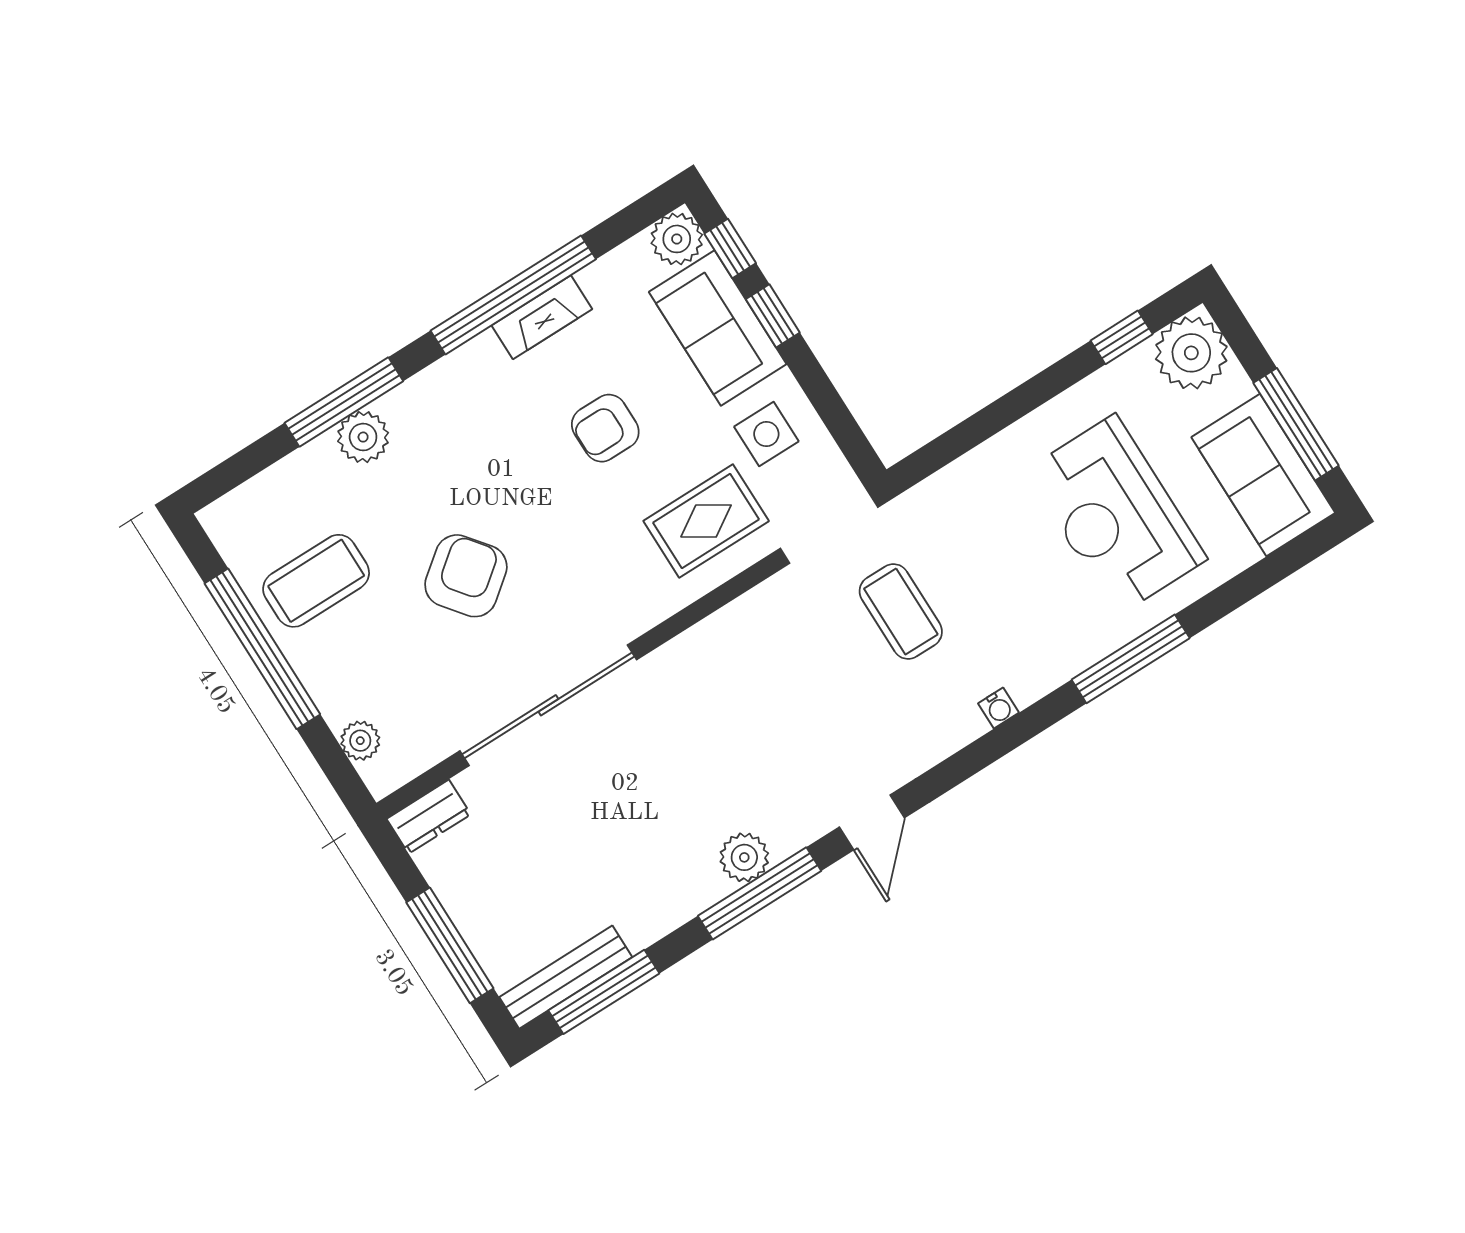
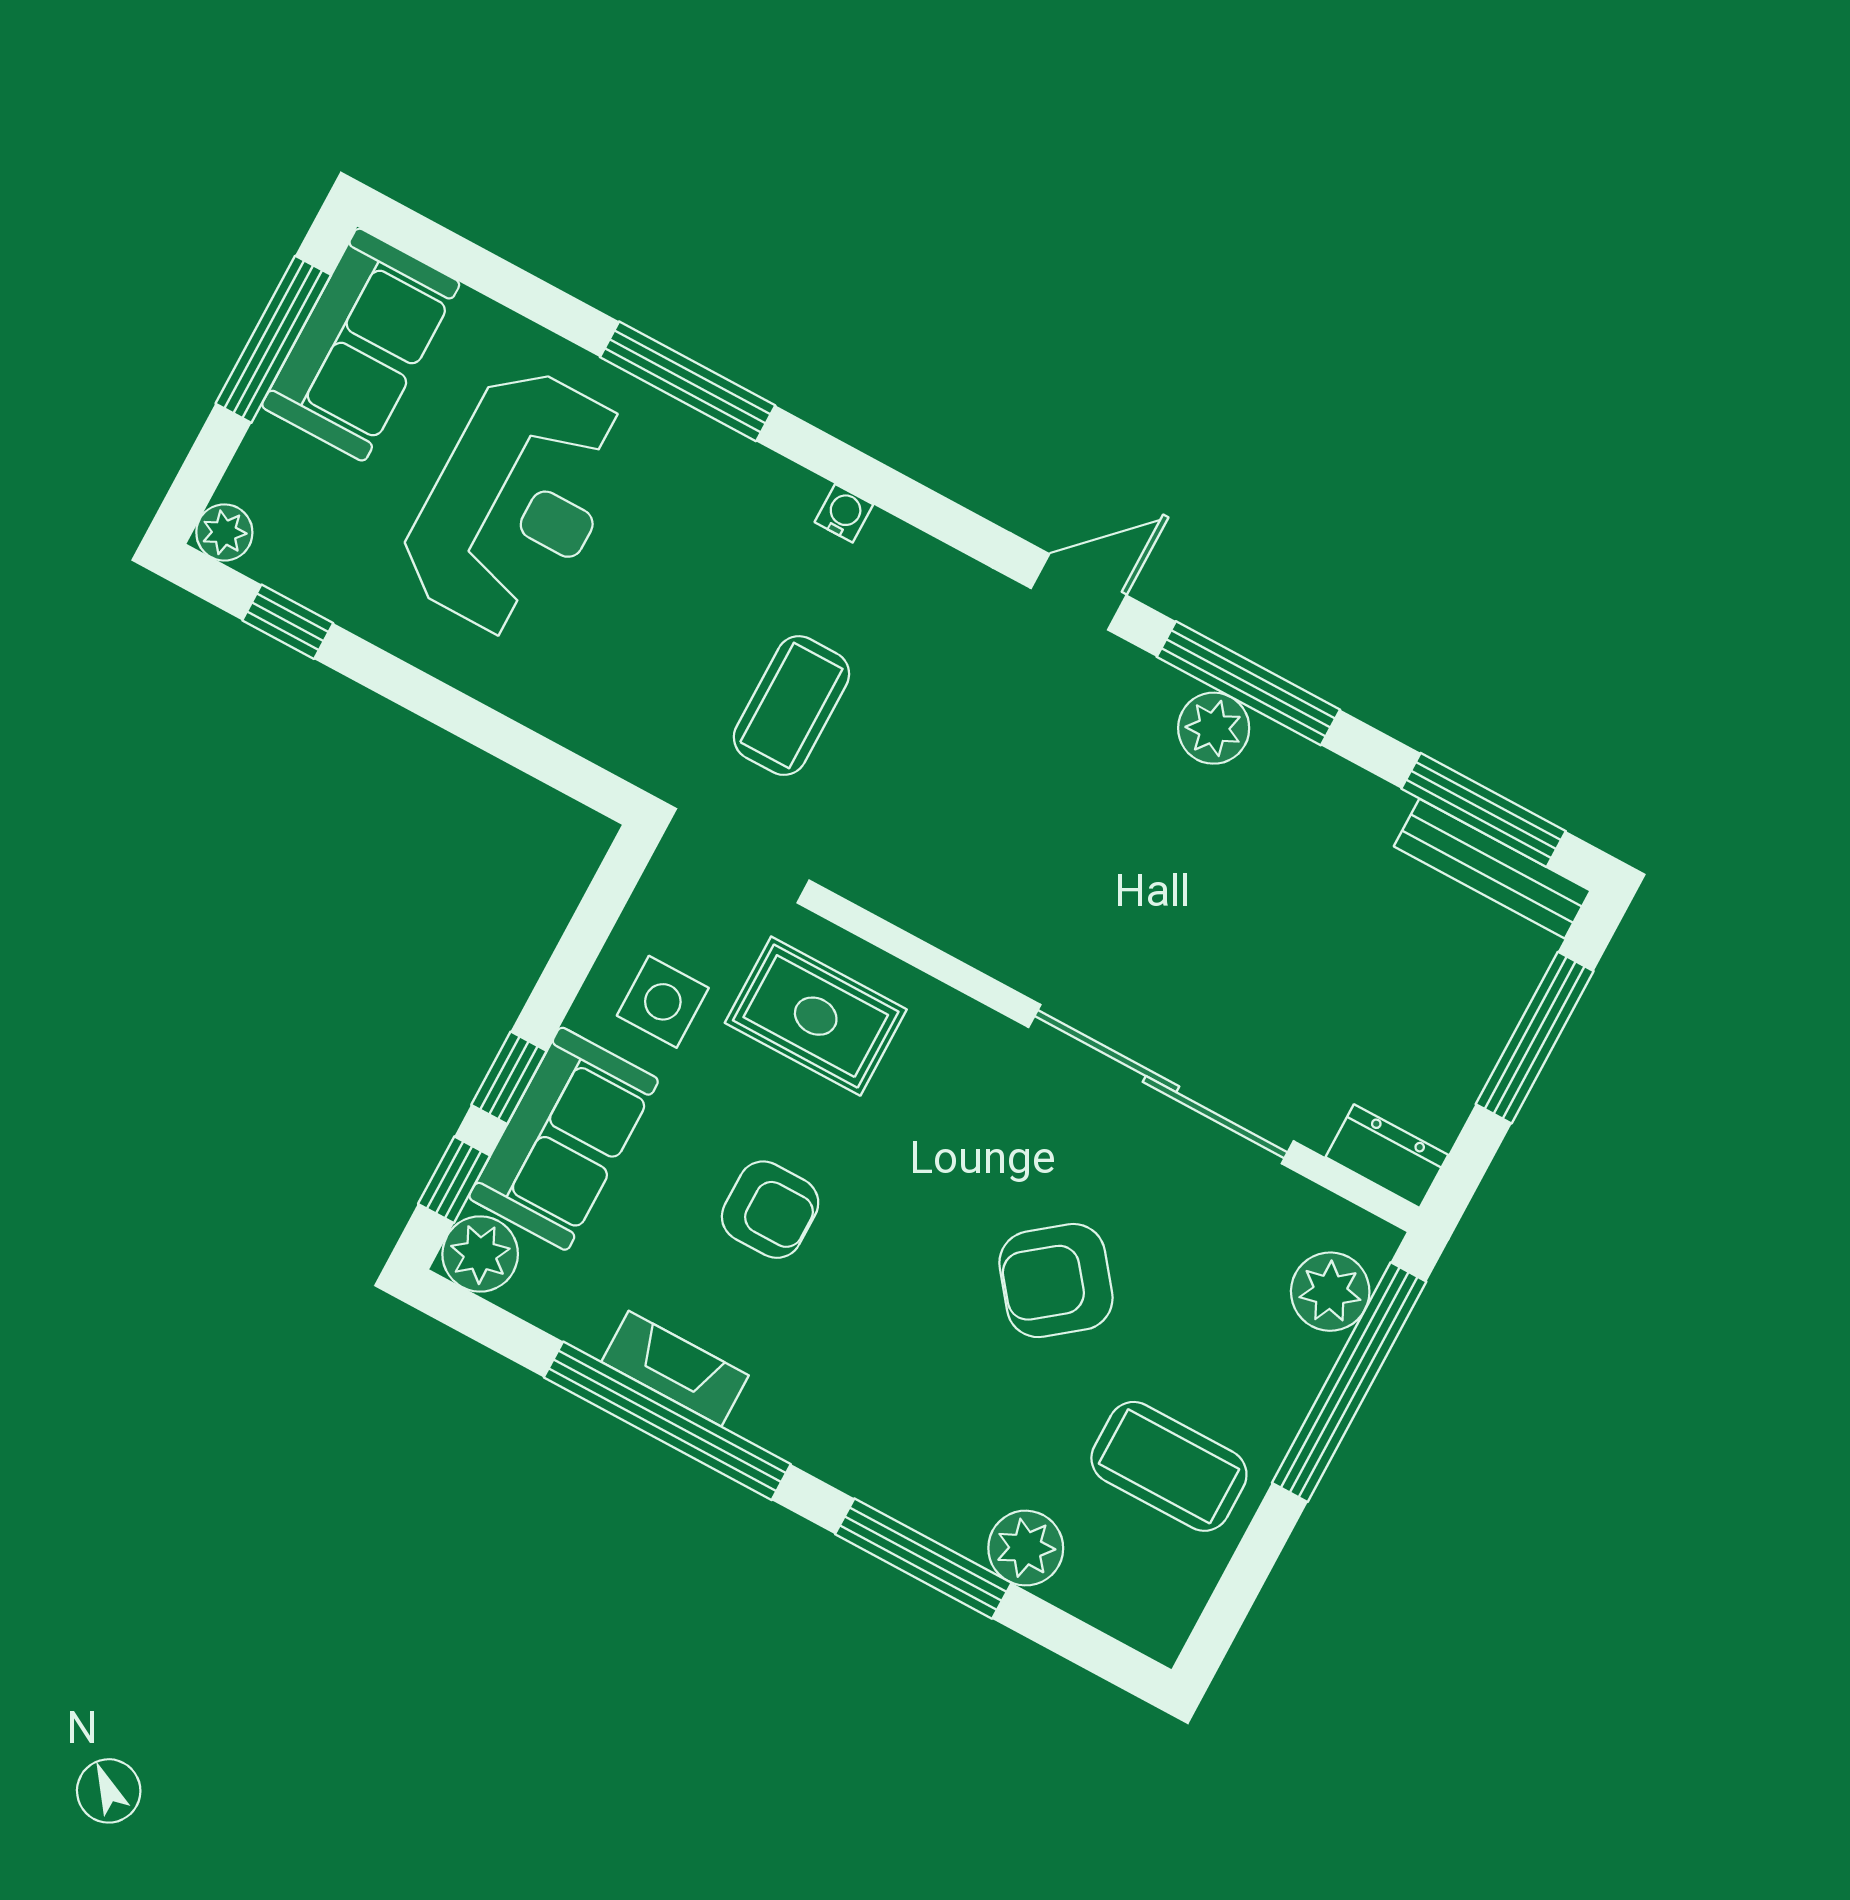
plant: (1191, 353) -> (224, 532), width x0.53, depth x0.53
plant: (363, 437) -> (1026, 1548), moved
window: (262, 649) -> (1349, 1382), moved
plant: (360, 741) -> (1330, 1292), width x1.38, depth x1.38

